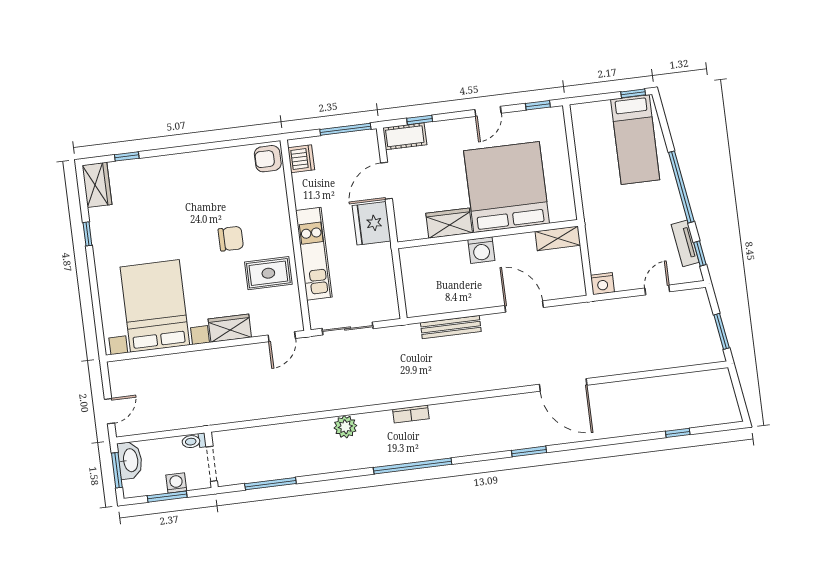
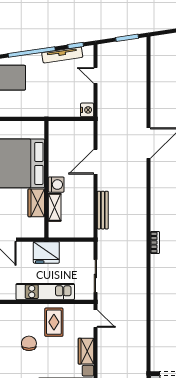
fridge: (372, 223) -> (46, 252), moved
shelving: (558, 238) -> (55, 207), moved
tv unit: (685, 243) -> (62, 55), width x1.41
plant: (345, 427) -> (158, 285), removed

